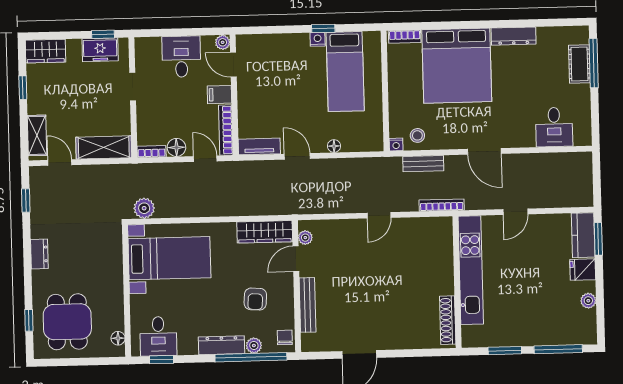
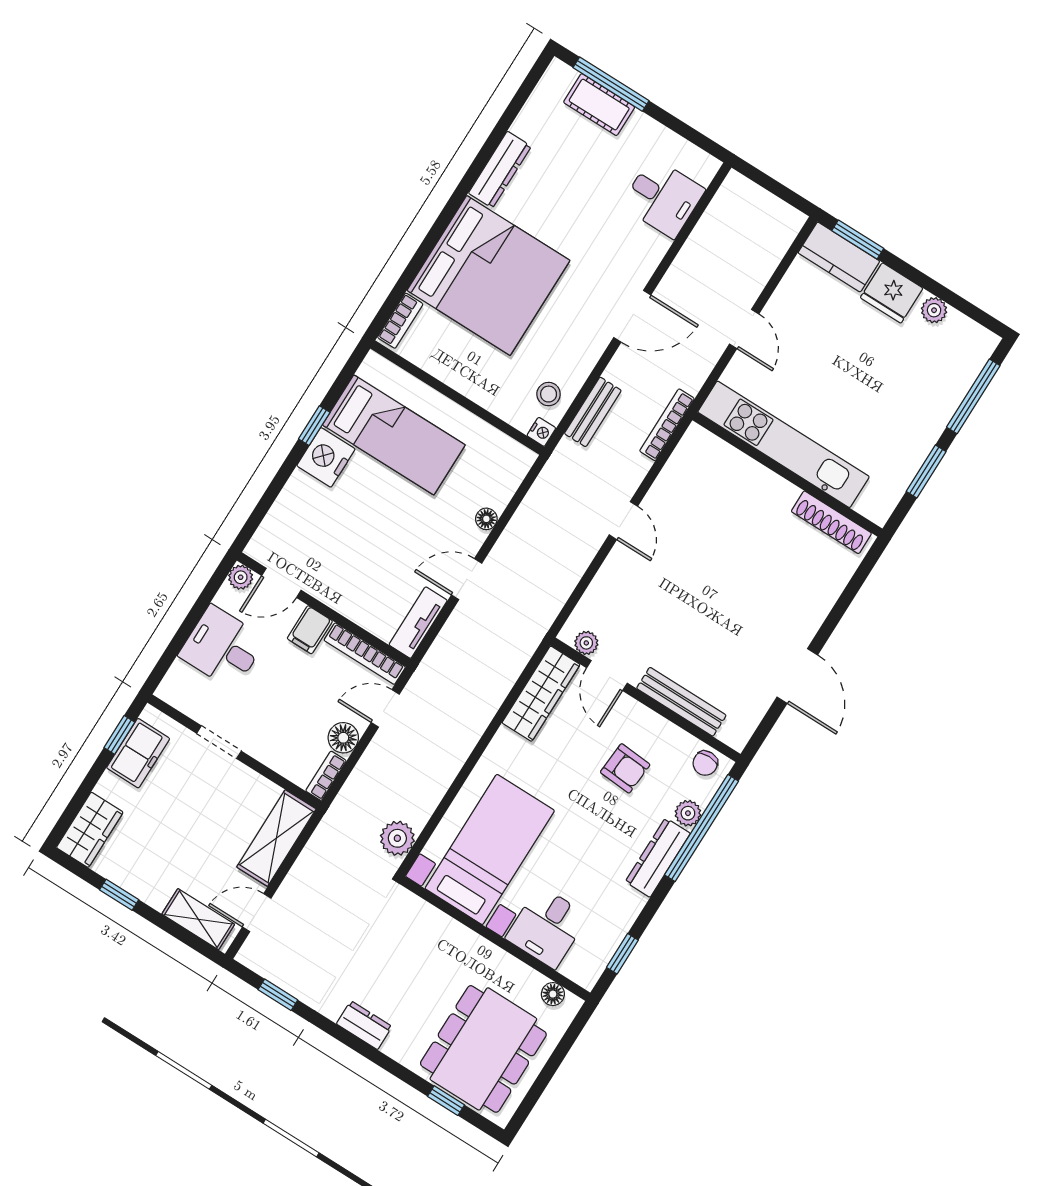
nightstand: (318, 39) -> (326, 457), width x1.89, depth x1.79
fridge: (583, 270) -> (892, 293), width x1.38
dining table: (67, 322) -> (483, 1049), width x1.38
desk: (158, 336) -> (547, 927), moved, turned 90
chair: (285, 337) -> (705, 763), turned -90

